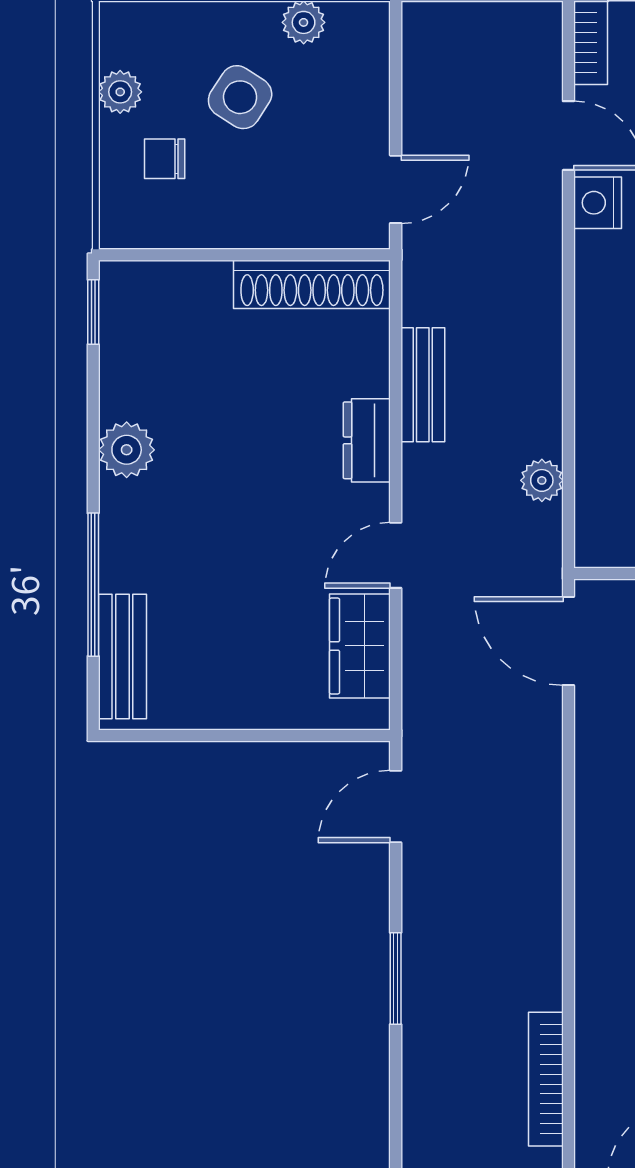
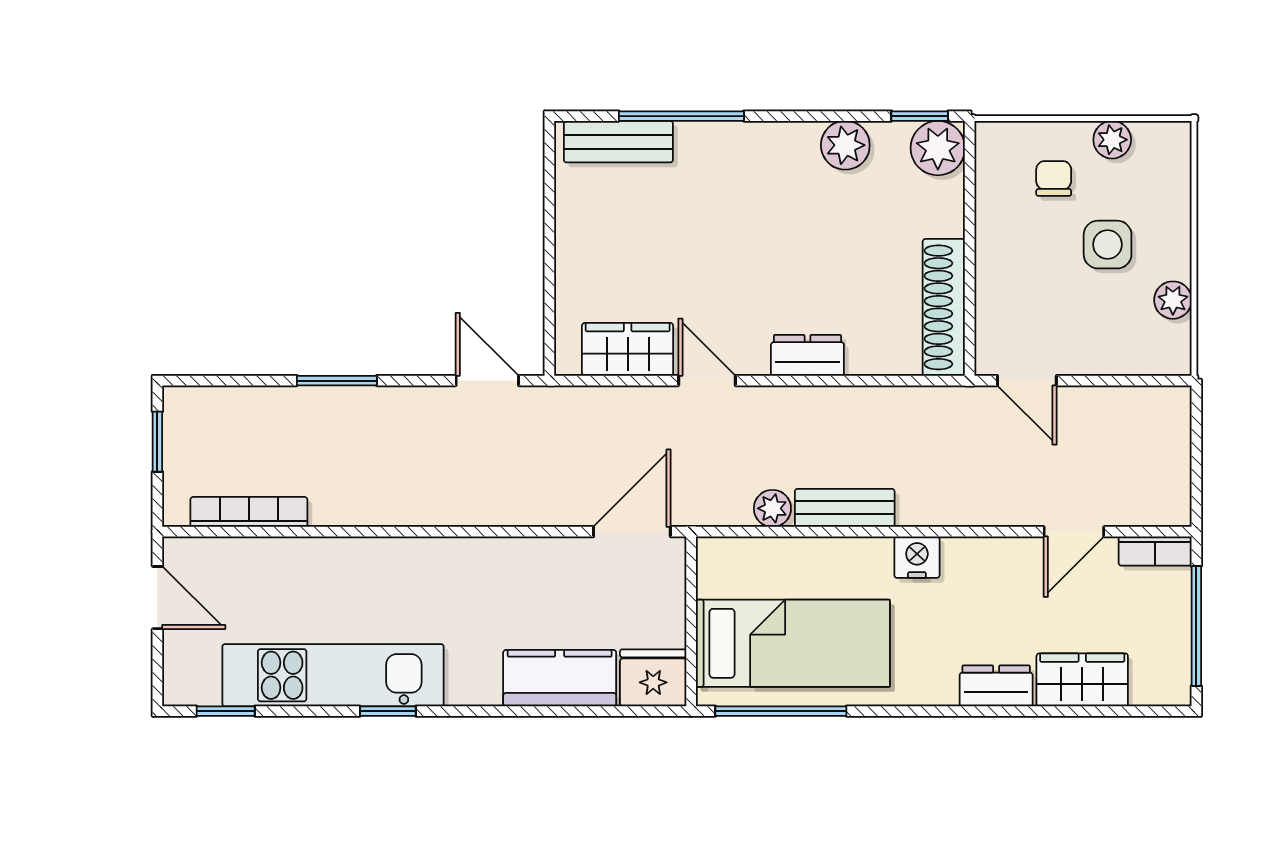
side table: (240, 97) -> (1108, 245), turned -33
nightstand: (598, 203) -> (917, 557), moved
plant: (130, 291) -> (938, 148), added
bench: (423, 385) -> (845, 508), moved
plant: (127, 450) -> (845, 145), moved

